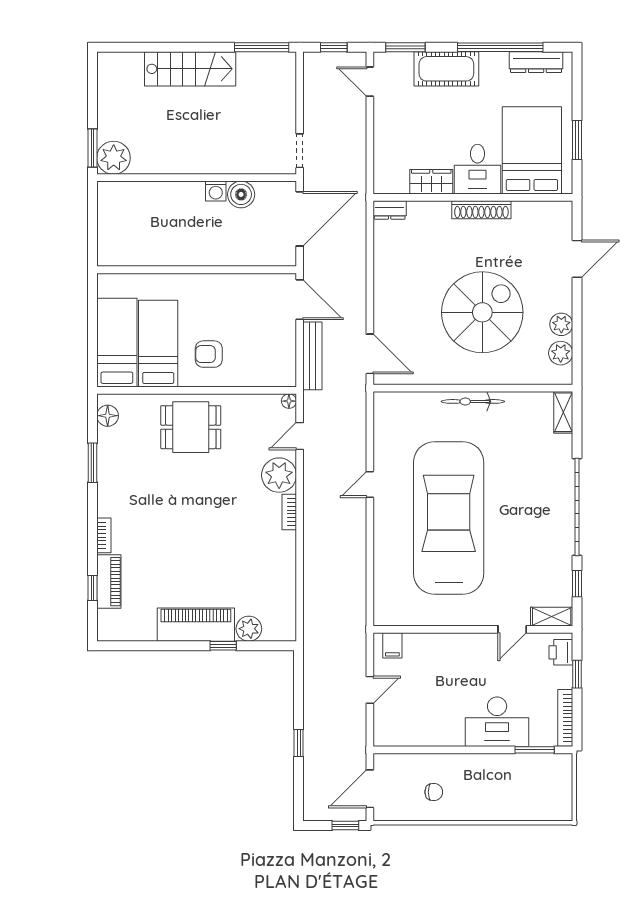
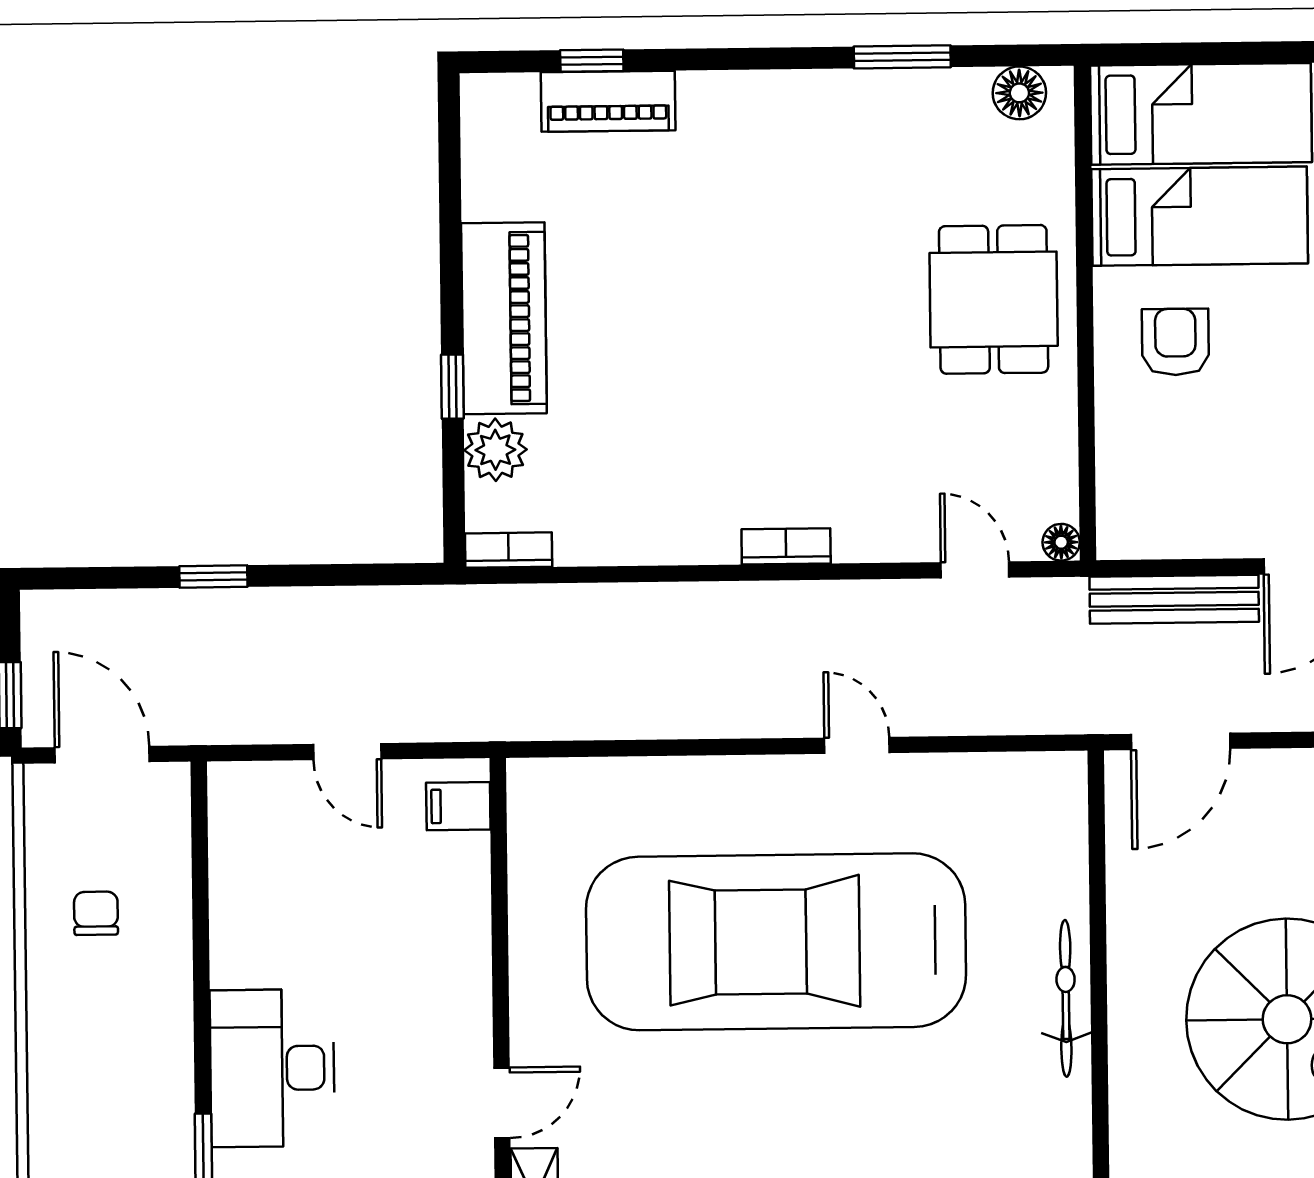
plant: (279, 475) -> (877, 520), removed
car: (449, 518) -> (776, 942), turned 180
bookcase: (104, 535) -> (509, 550), moved, turned 180
door: (512, 629) -> (502, 1103), swing flipped
chair: (434, 792) -> (96, 913), turned 180

